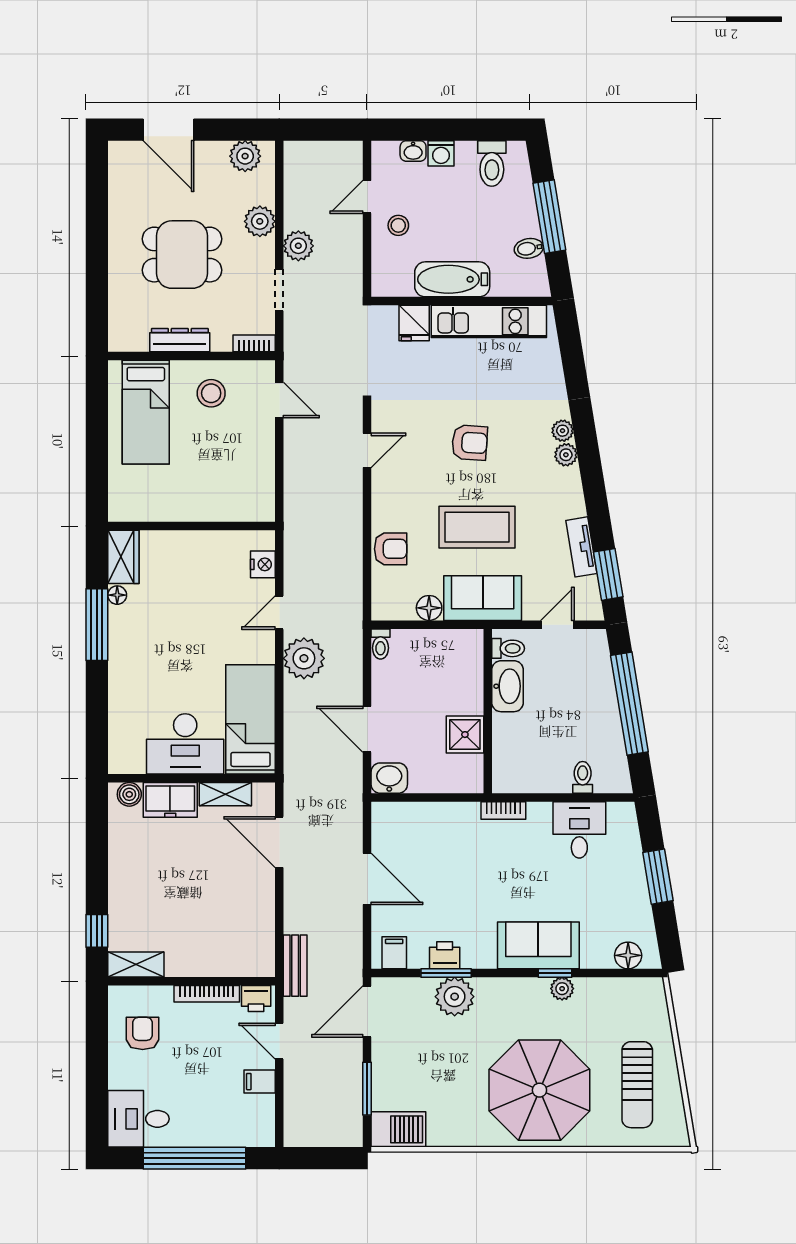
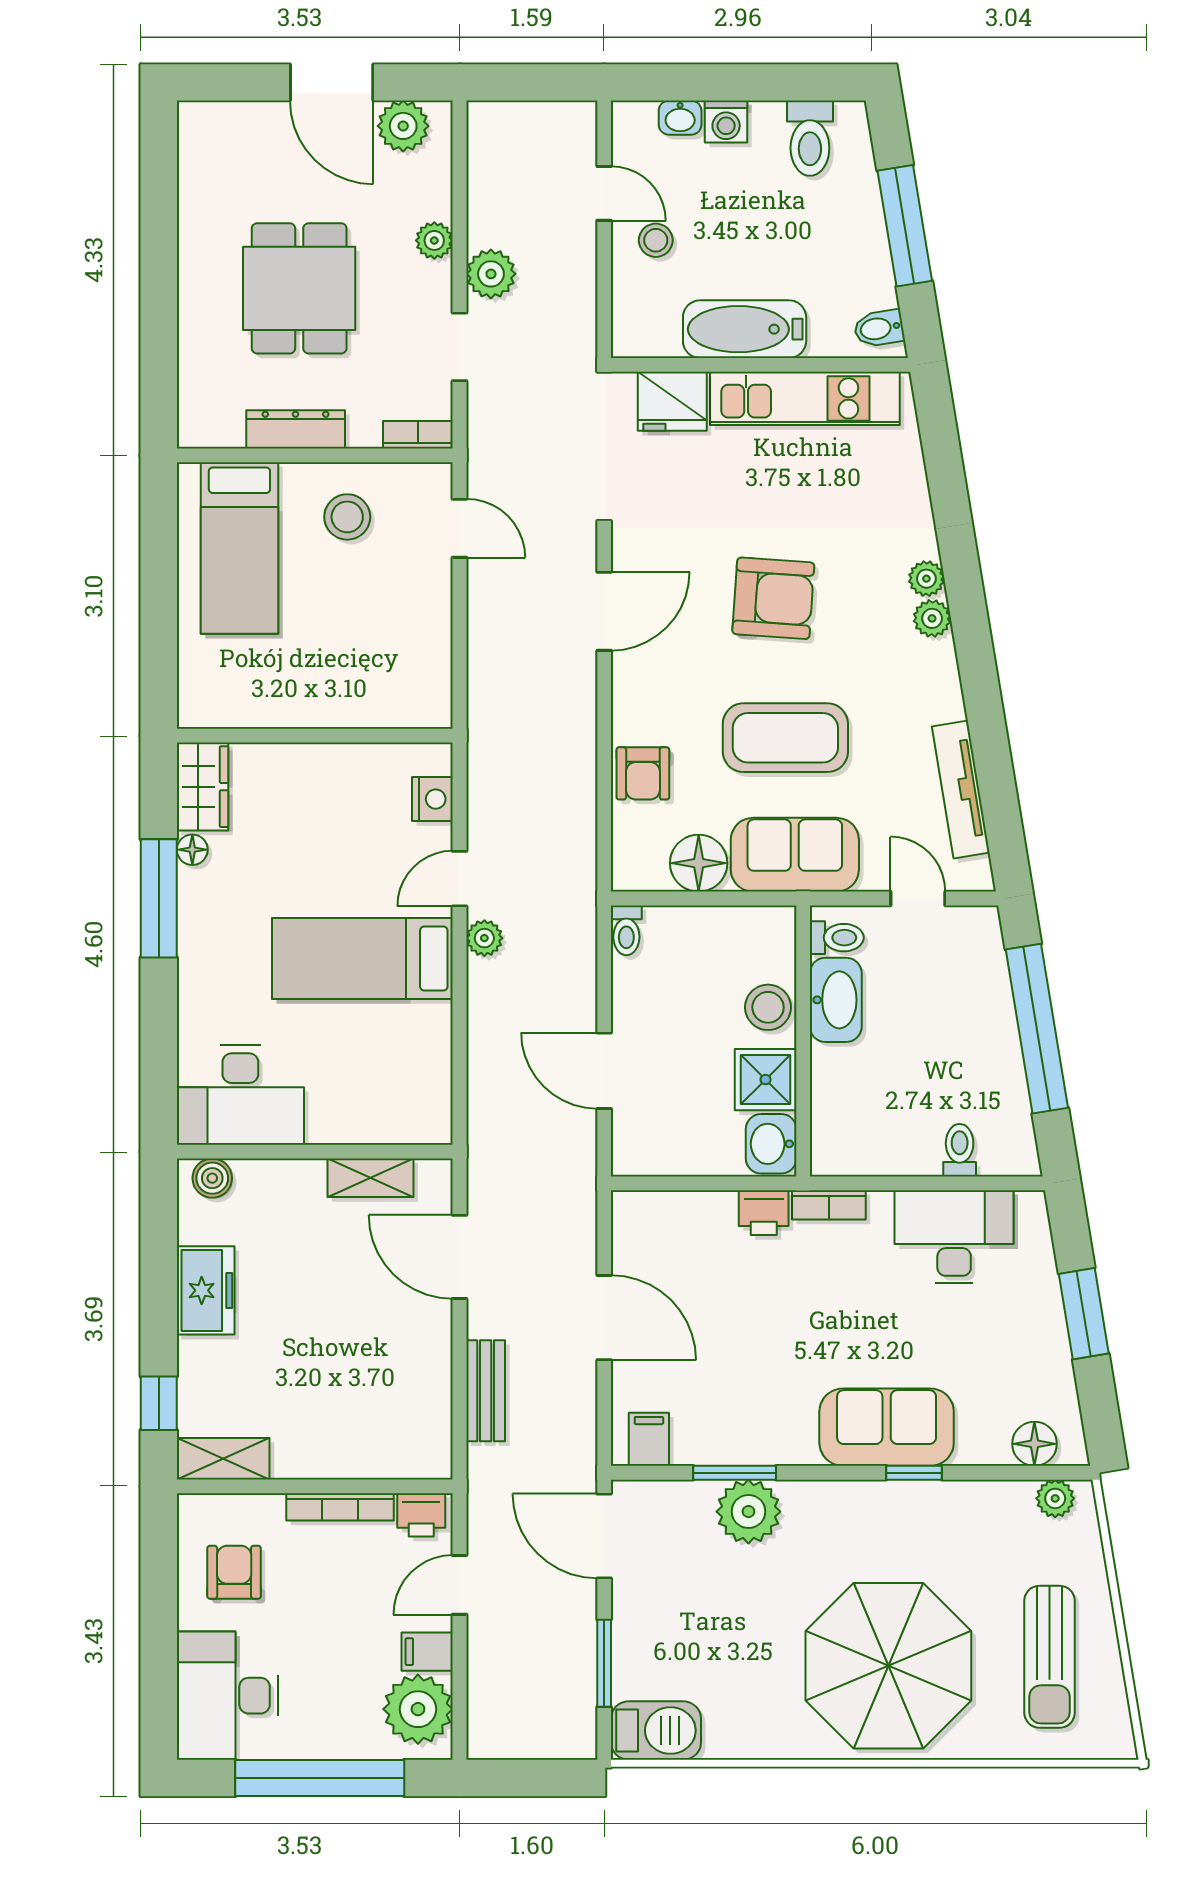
door: (169, 130) -> (332, 82), moved
door: (367, 197) -> (604, 193), swing flipped
plant: (260, 221) -> (434, 240), width x0.73, depth x0.73
bidet: (529, 248) -> (879, 328), moved
dining table: (182, 255) -> (299, 288), turned 90
fridge: (414, 323) -> (672, 401), width x1.38
armchair: (470, 443) -> (773, 598), width x1.38, depth x1.38
door: (367, 450) -> (604, 611), width x1.38
tv unit: (581, 547) -> (961, 790), width x1.41
armchair: (391, 549) -> (643, 773), turned 90
window: (608, 574) -> (1002, 816), removed
floor lamp: (429, 608) -> (699, 863), width x1.38, depth x1.38
door: (557, 625) -> (918, 898), hinge flipped
plant: (304, 658) -> (484, 938), width x0.53, depth x0.53
stool: (466, 691) -> (768, 1007), added
bed: (251, 719) -> (362, 959), moved, turned -90
desk: (185, 744) -> (240, 1095), moved
washbasin: (389, 778) -> (771, 1144), moved, turned -90
freezer: (170, 800) -> (206, 1290), moved, turned -90
desk: (579, 830) -> (954, 1237), width x1.37
printer: (445, 955) -> (764, 1213), moved, turned 180
bench: (295, 966) -> (486, 1391), moved
plant: (562, 989) -> (1055, 1498), moved
door: (367, 1011) -> (604, 1536), hinge flipped
door: (279, 1041) -> (460, 1585), hinge flipped
plant: (254, 1116) -> (418, 1709), added
desk: (138, 1119) -> (227, 1696), width x1.37

